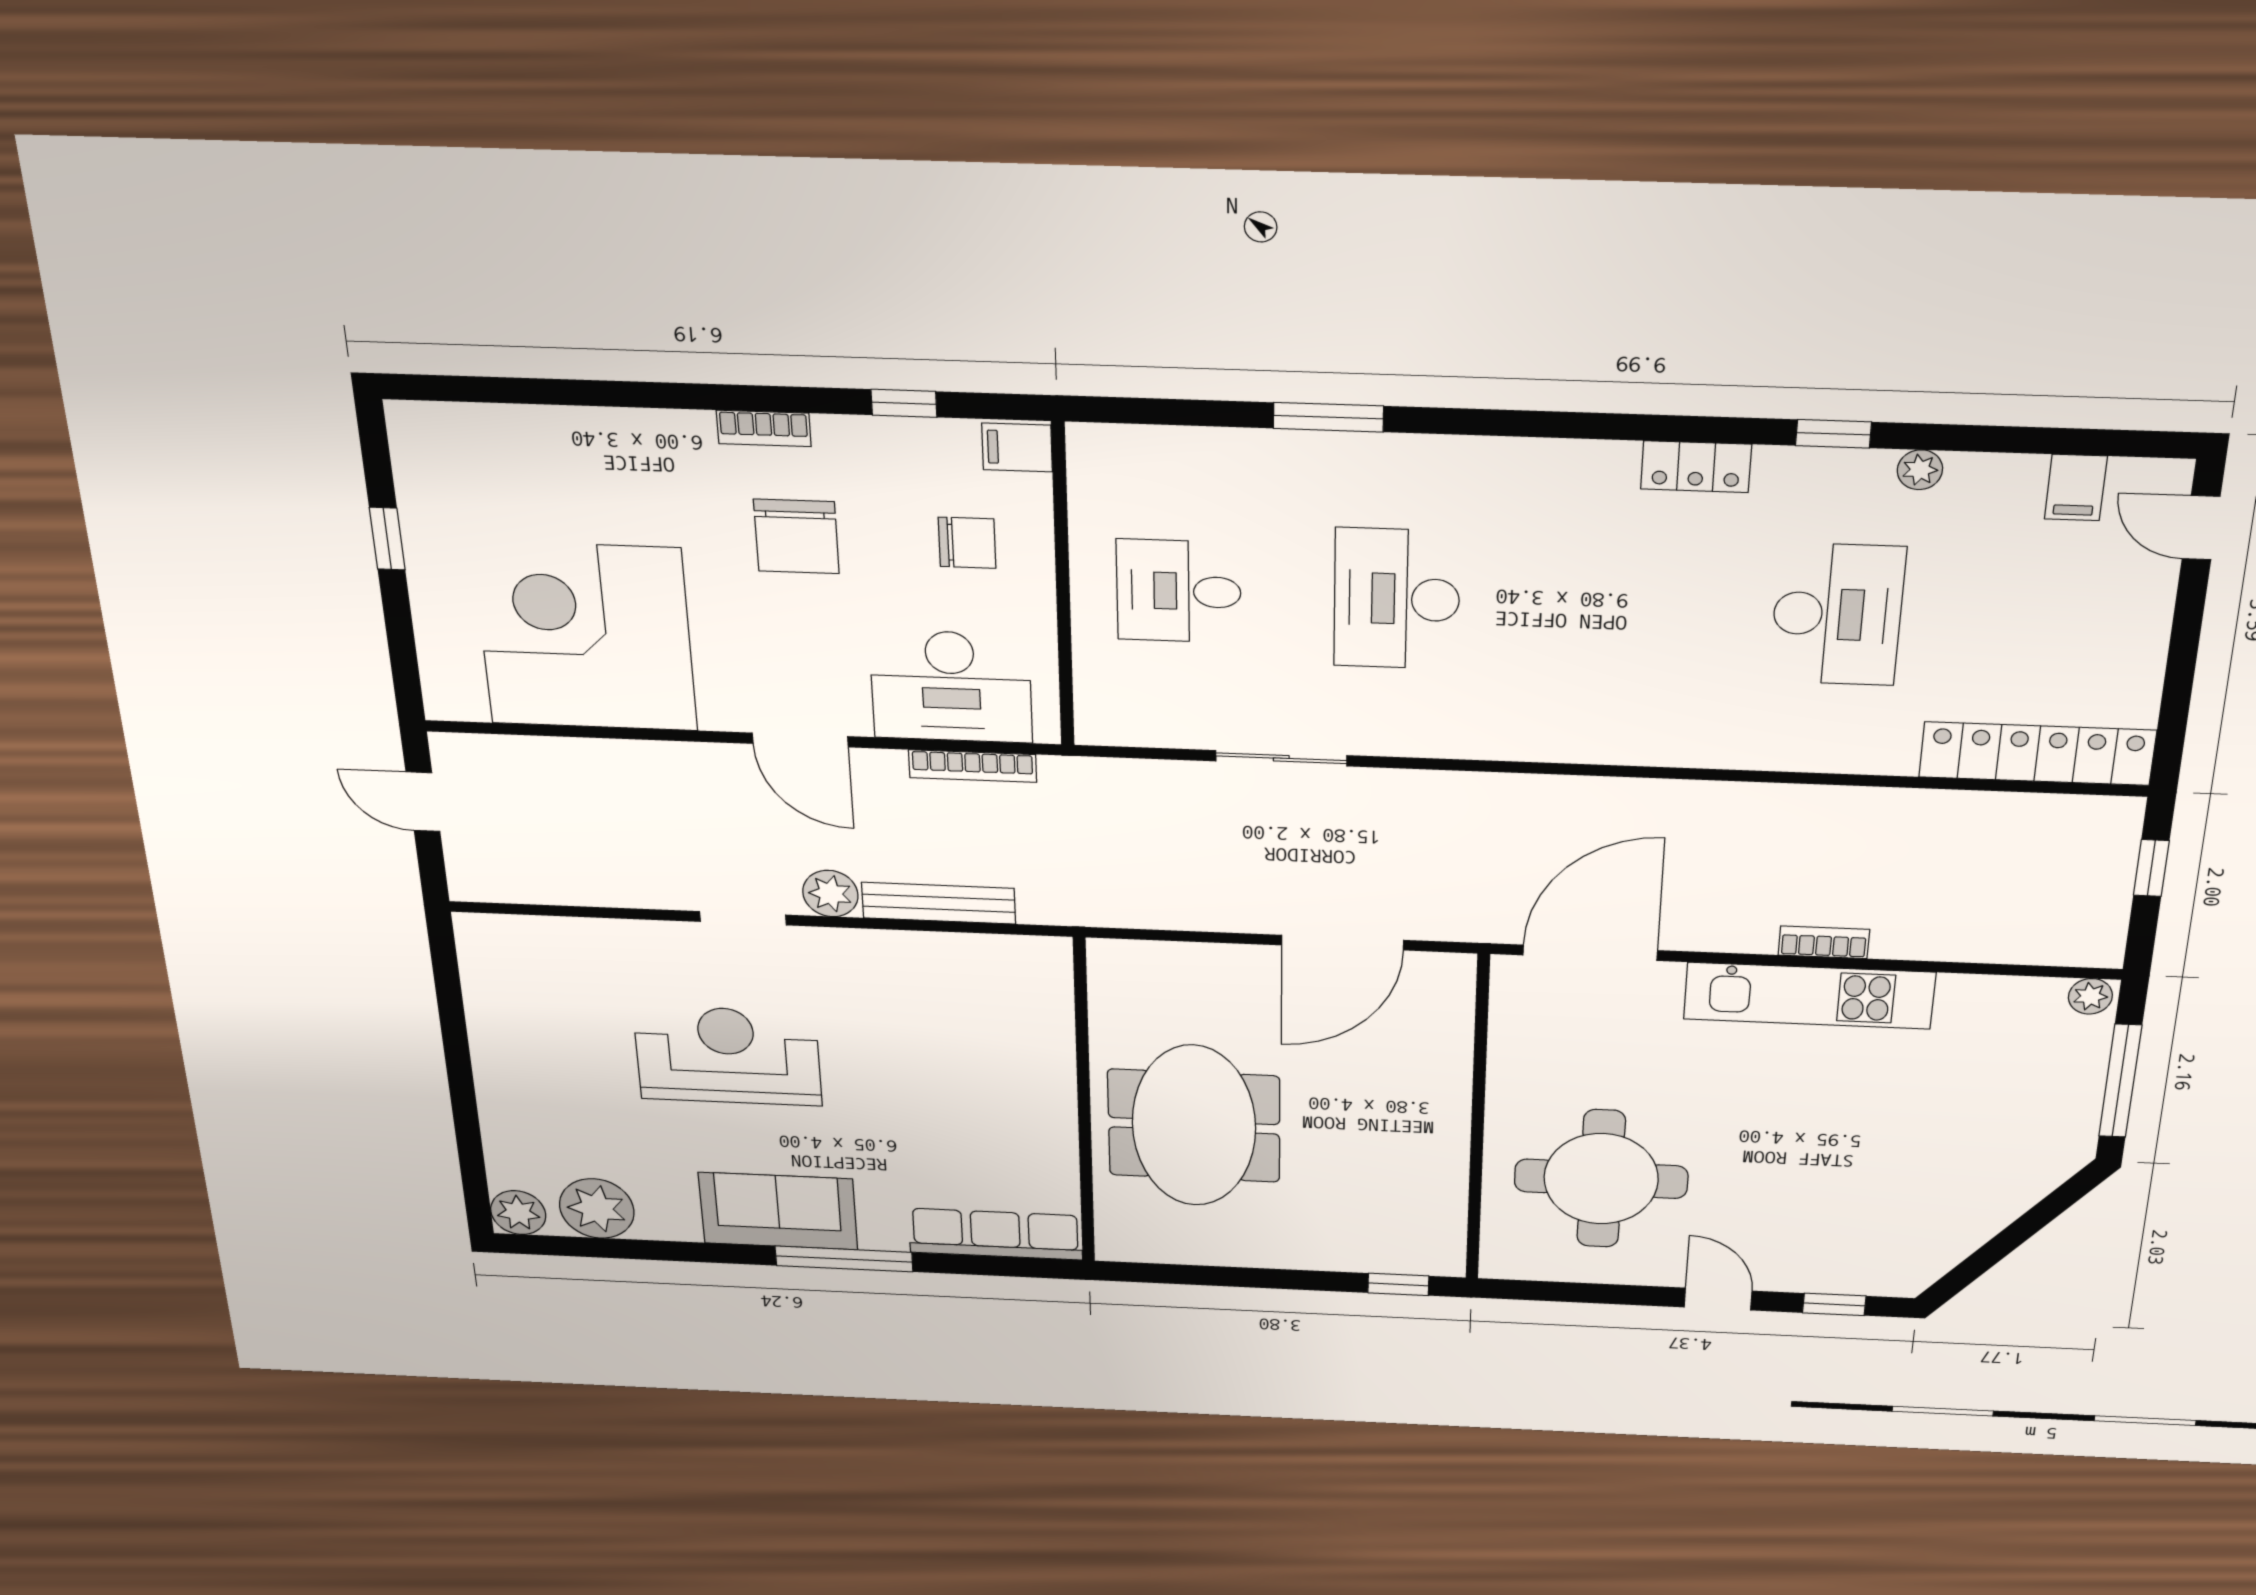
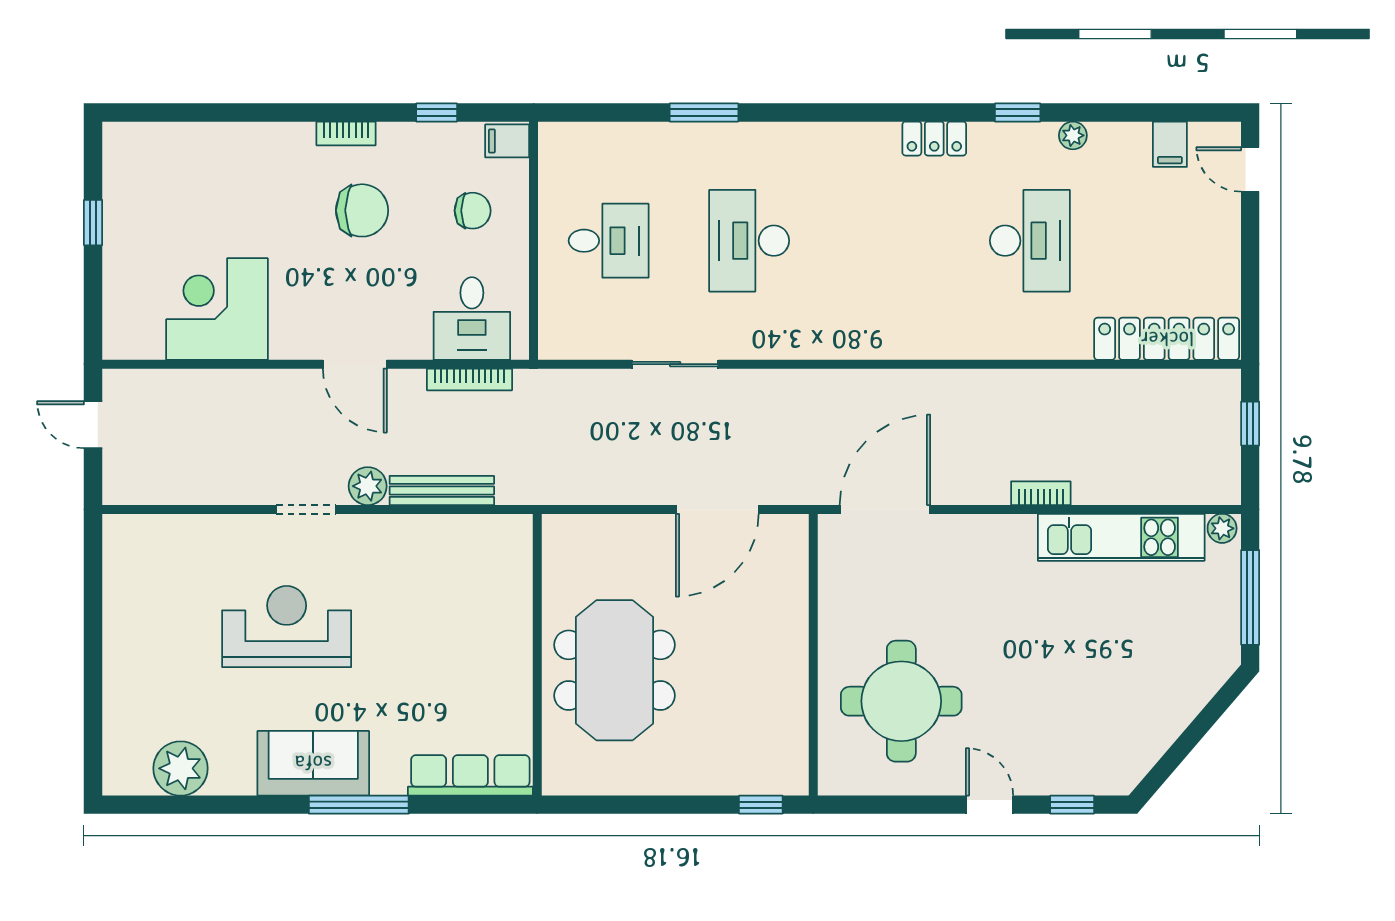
chair: (796, 536) -> (362, 210), turned -90
desk: (1179, 591) -> (609, 241), turned 180
corner desk: (585, 637) -> (217, 309), width x0.74, depth x0.74
desk: (951, 686) -> (472, 318), width x0.73
kitchen unit: (1809, 996) -> (1121, 537), moved
plant: (518, 1213) -> (122, 776), removed

